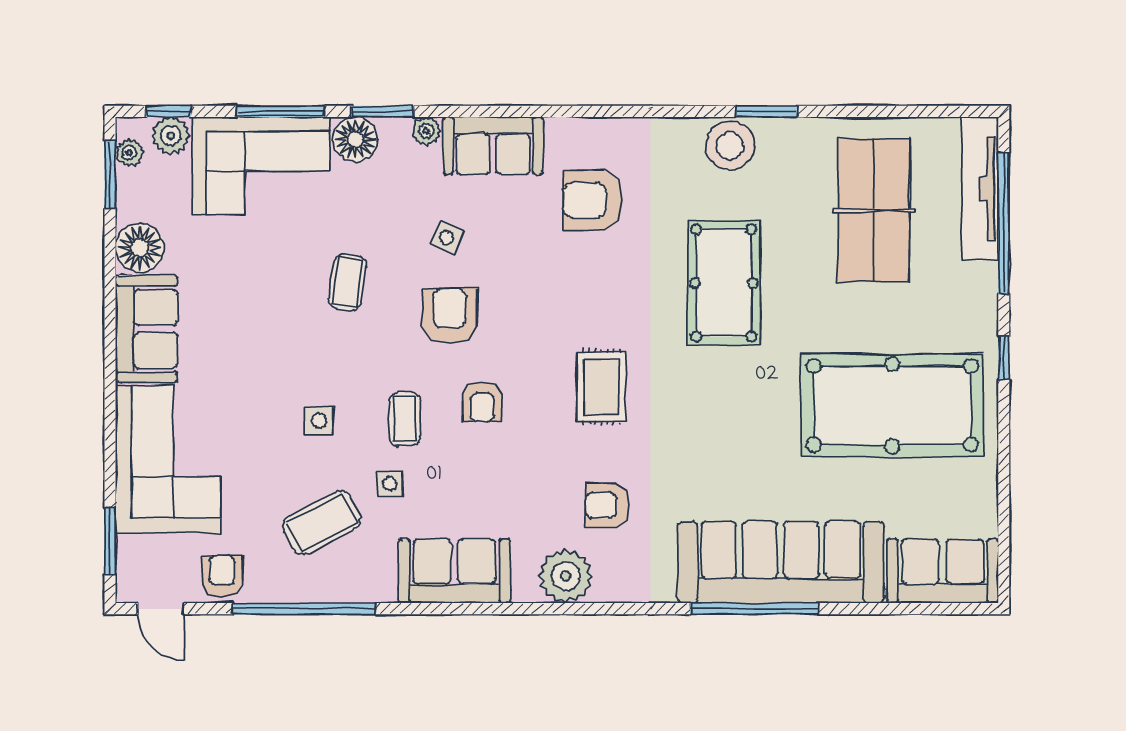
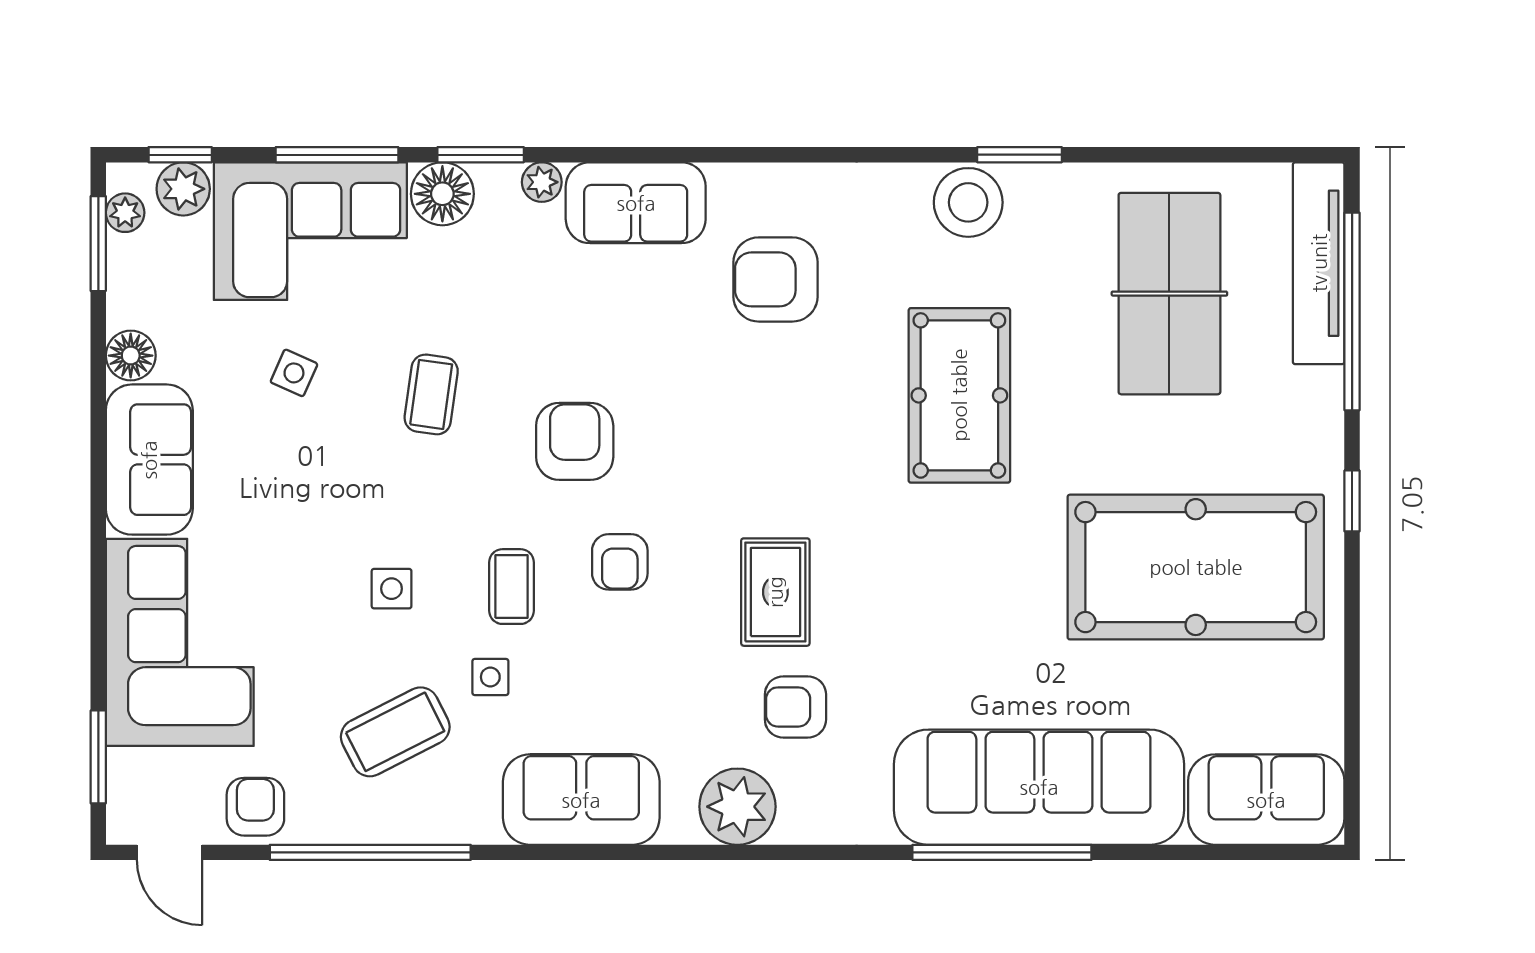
side table: (447, 238) -> (294, 373), moved
floor lamp: (140, 248) -> (131, 356), width x0.73, depth x0.73
rug: (601, 387) -> (775, 592), moved

